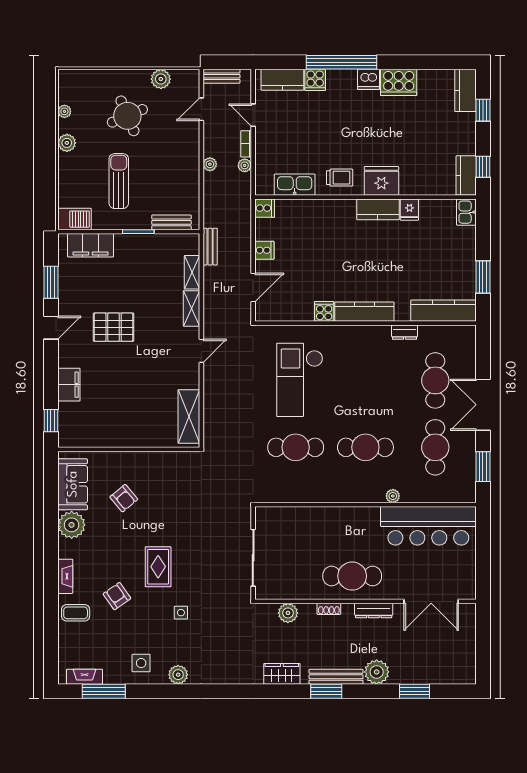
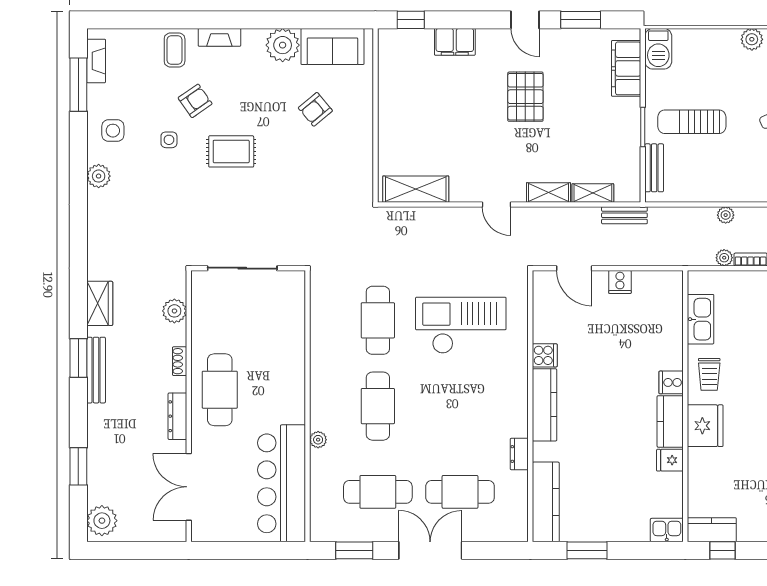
sun lounger: (119, 181) -> (692, 122), moved, turned 180
cooker: (265, 208) -> (671, 382), moved, turned 90
side table: (181, 613) -> (169, 140), moved
plant: (377, 672) -> (102, 521), moved

